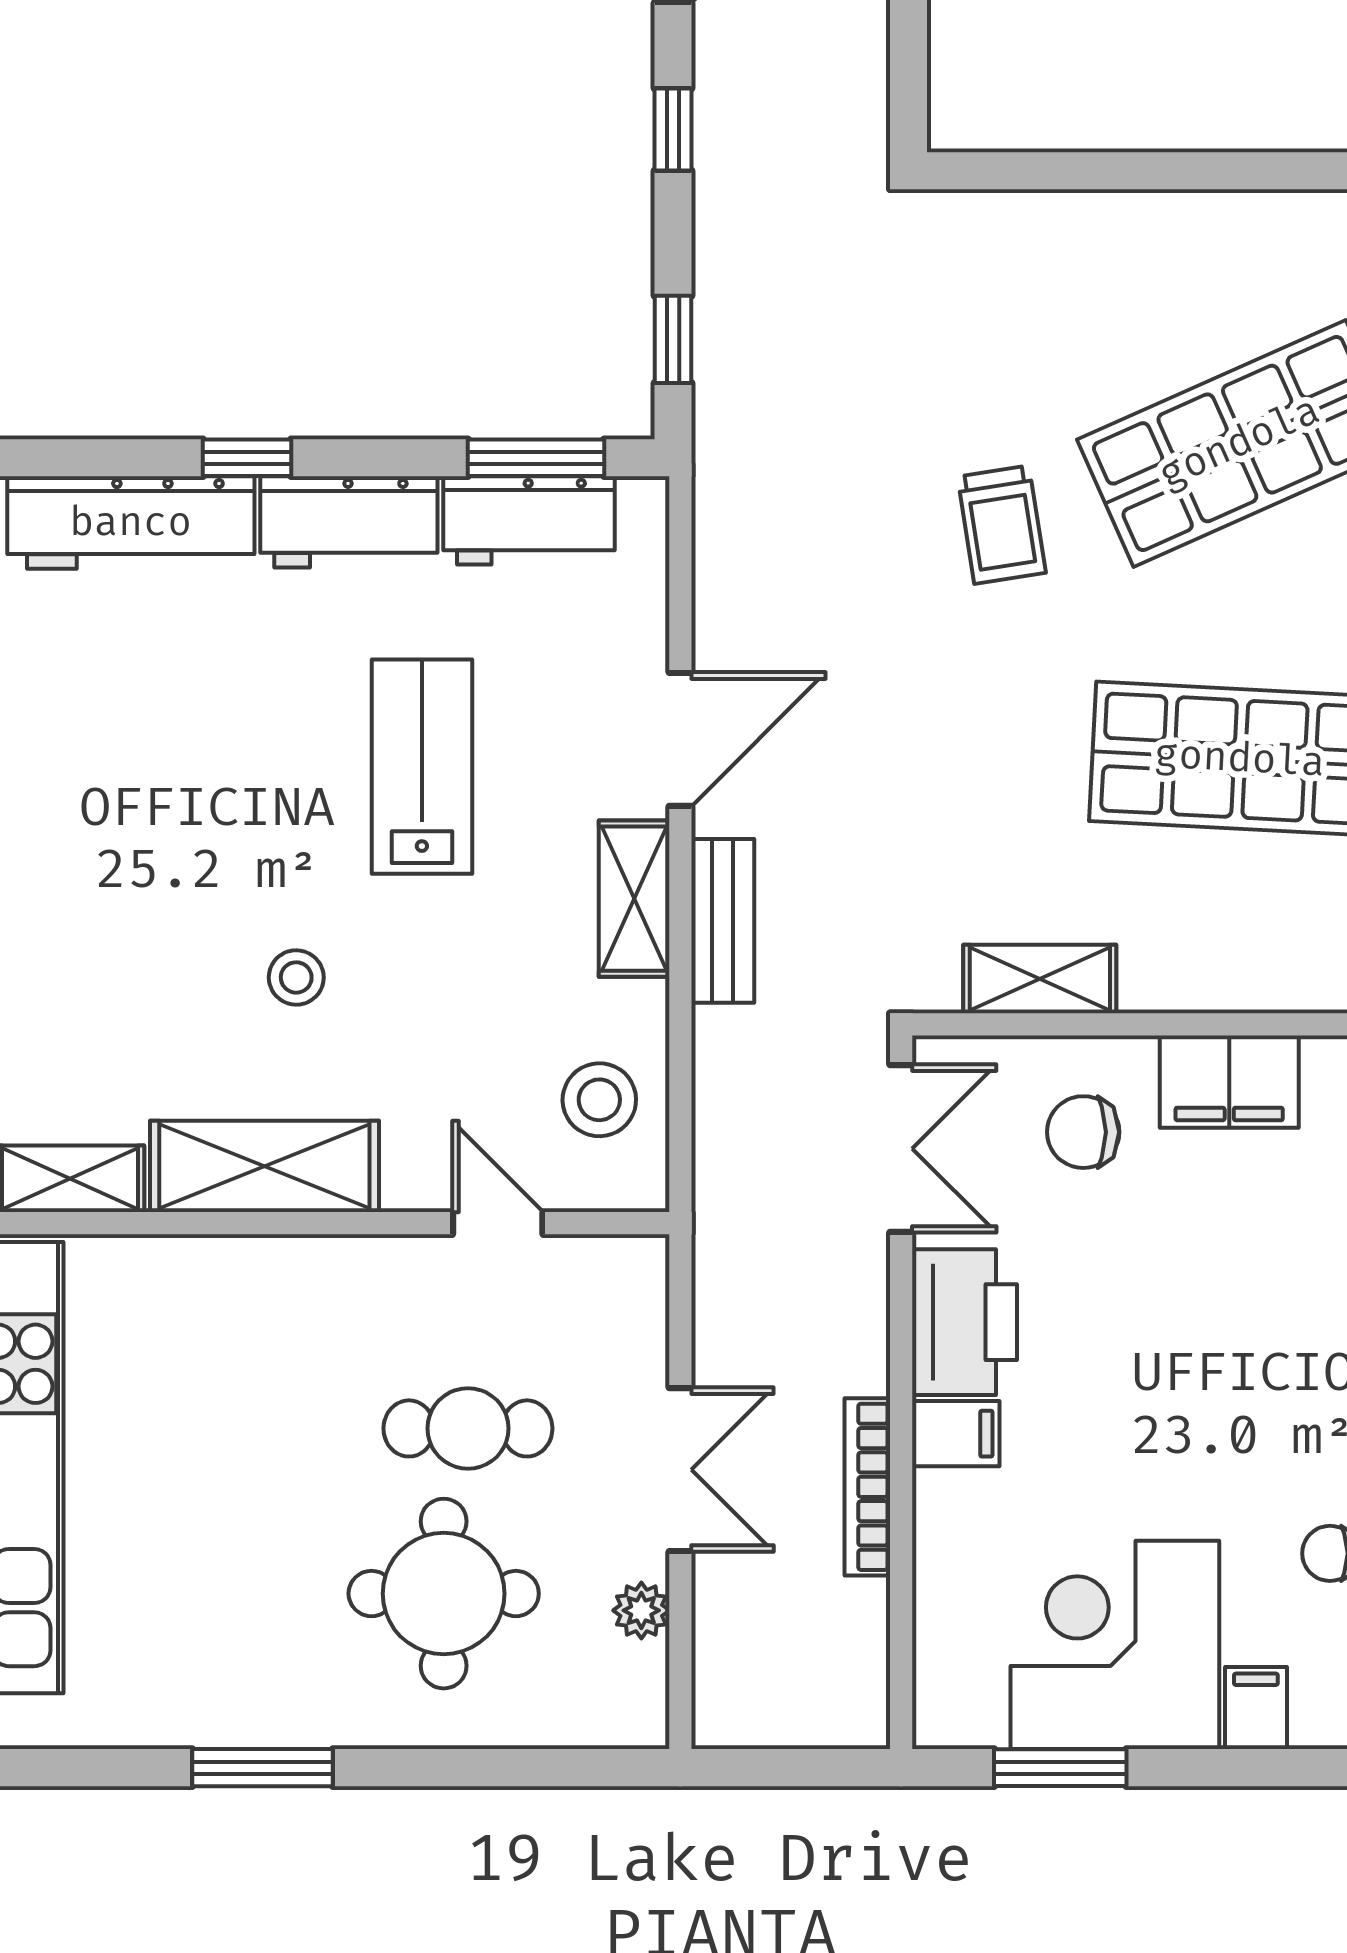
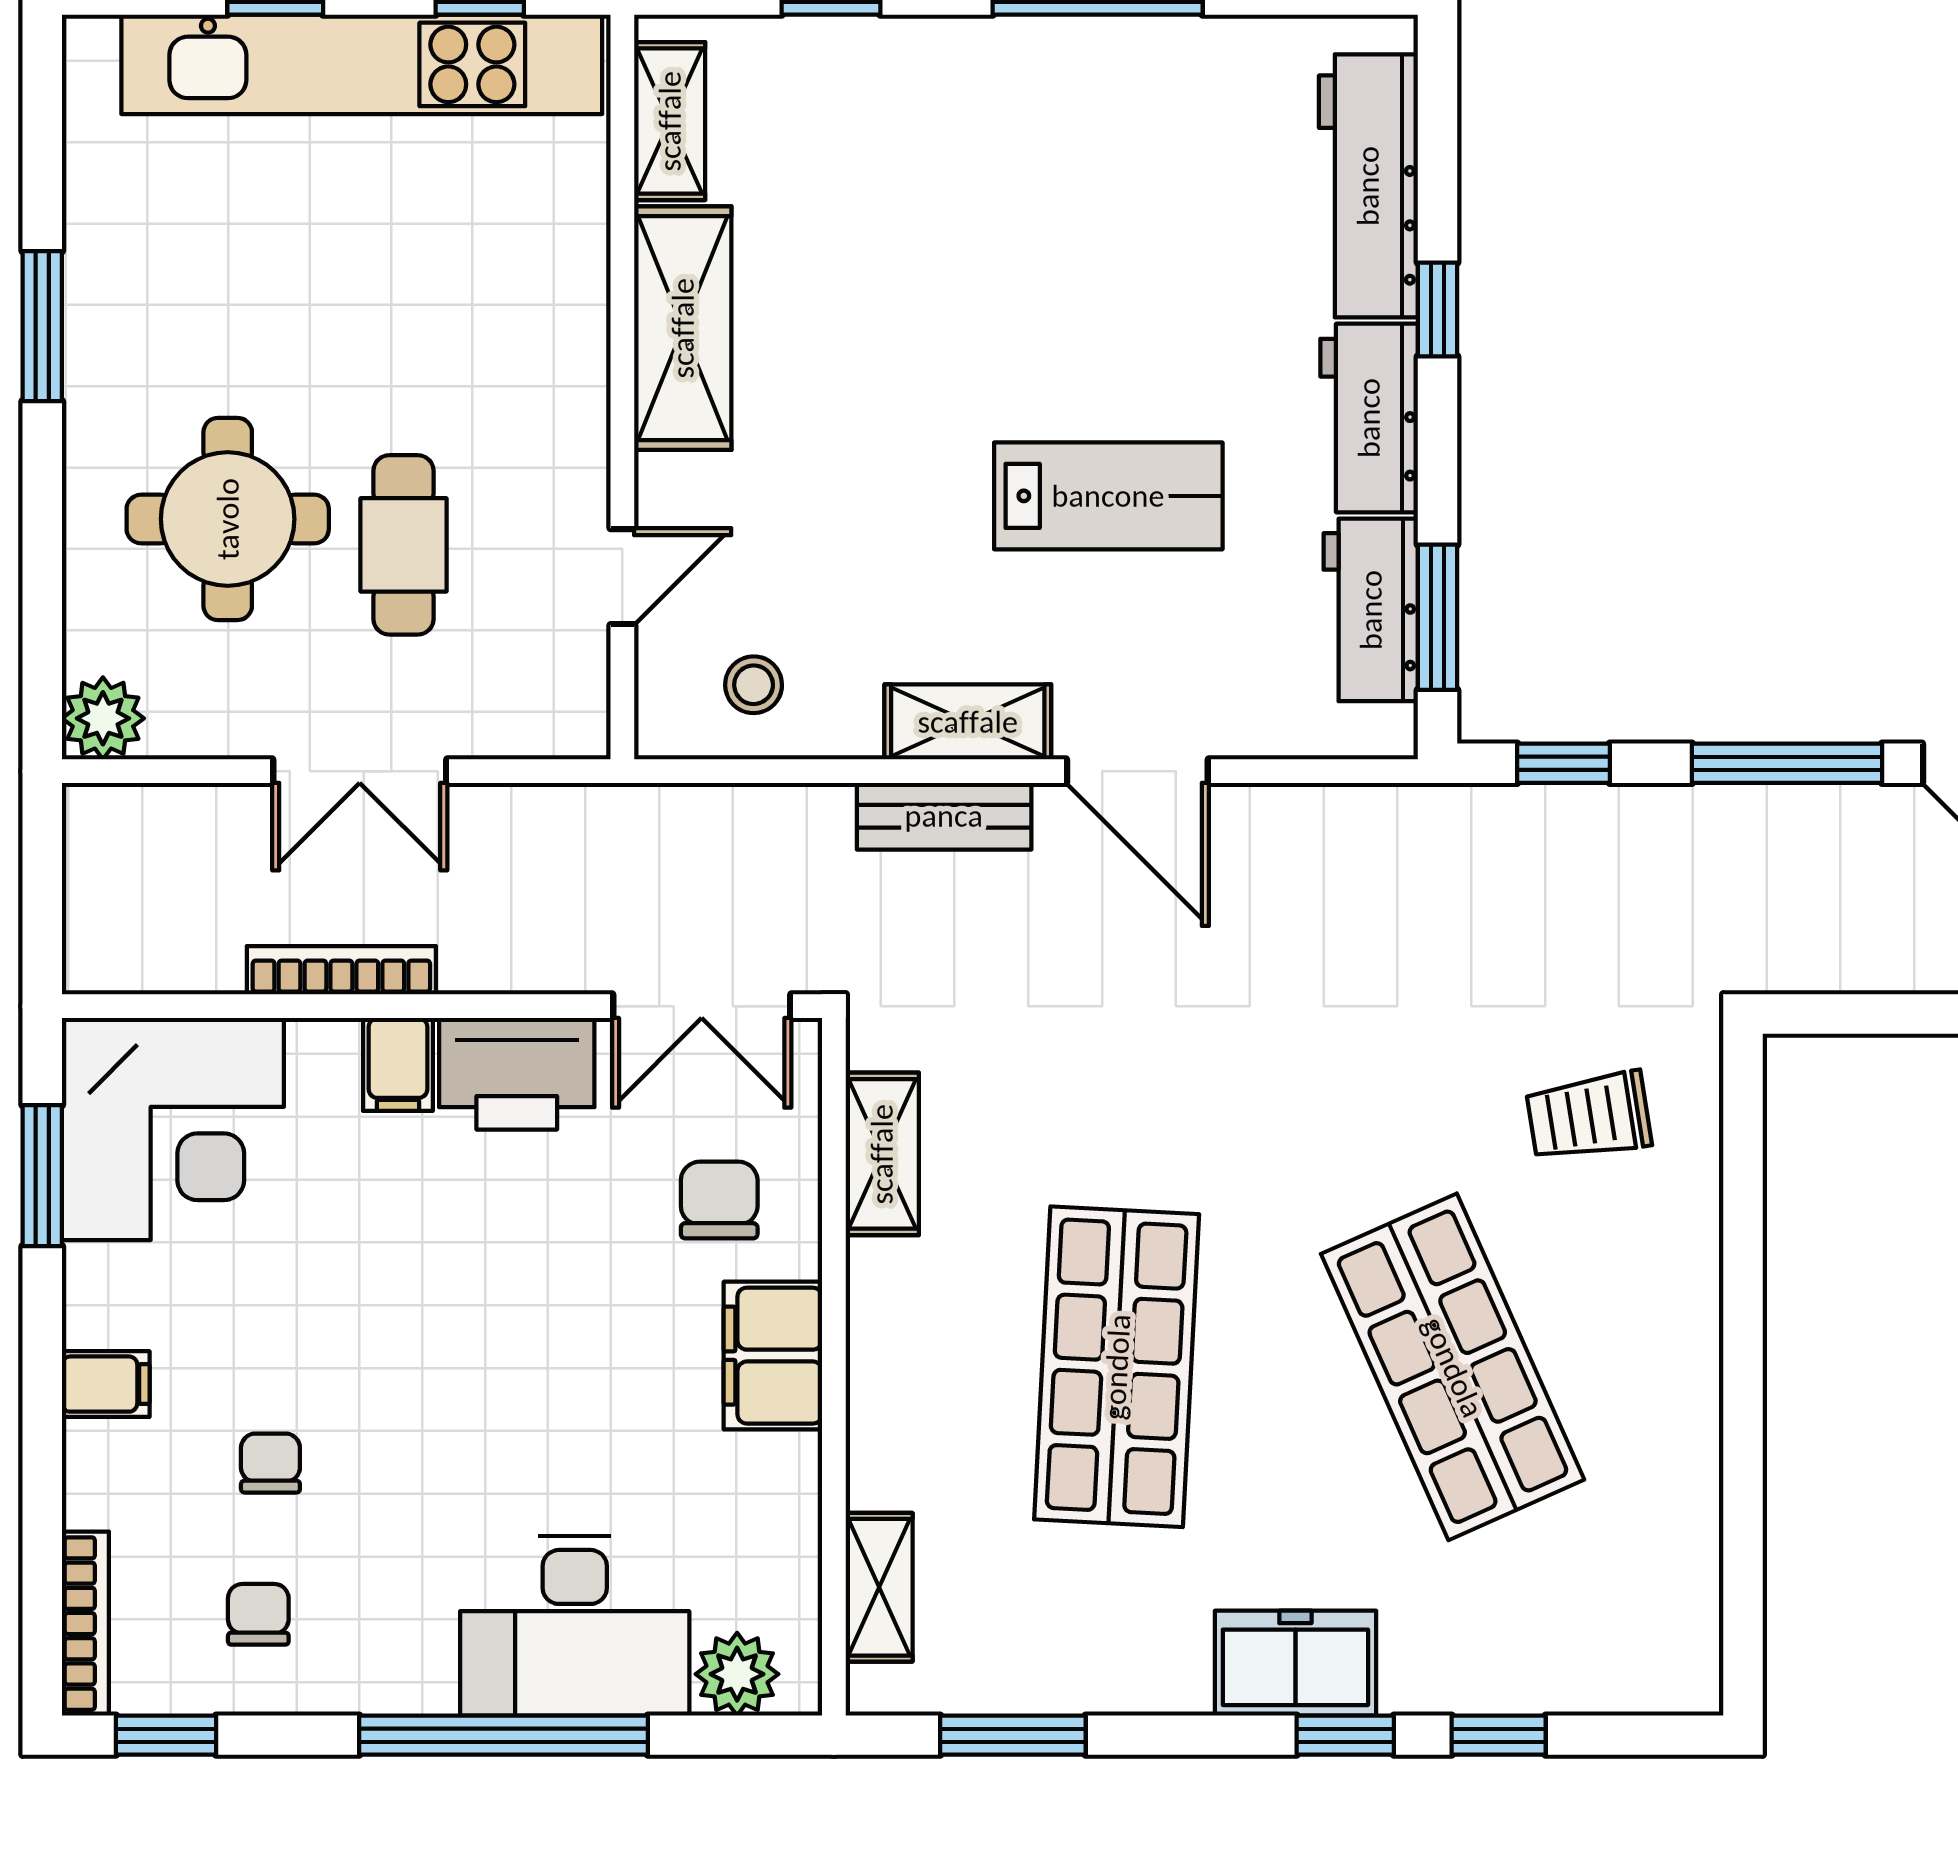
window: (673, 129) -> (1787, 763), width x2.17
trolley: (1002, 525) -> (1589, 1116), moved
stool: (296, 977) -> (884, 362), removed
stool: (599, 1100) -> (754, 685), width x0.73, depth x0.73
plant: (641, 1610) -> (103, 718), moved, width x1.38, depth x1.38
corner desk: (1115, 1645) -> (173, 1129), moved, turned 90

